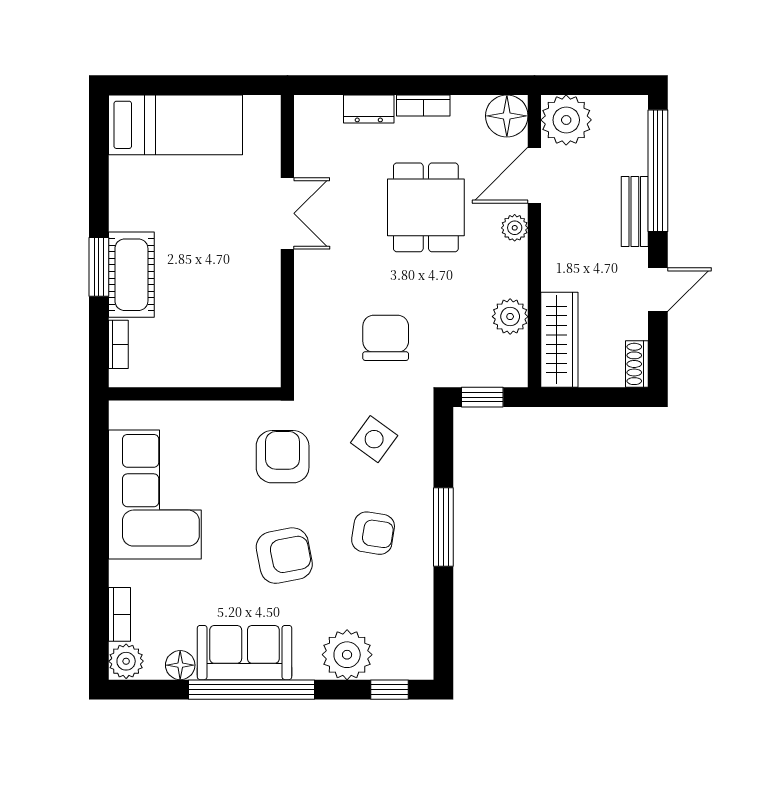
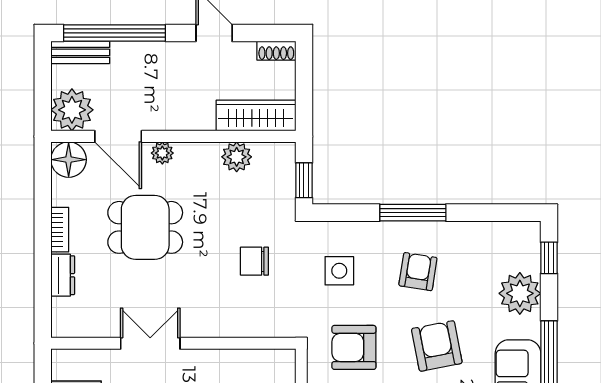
bench: (635, 211) -> (80, 52), moved
chair: (386, 338) -> (254, 261), width x0.73, depth x0.73
side table: (374, 439) -> (339, 271), turned -36

